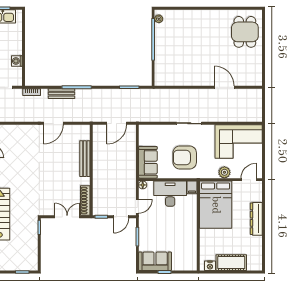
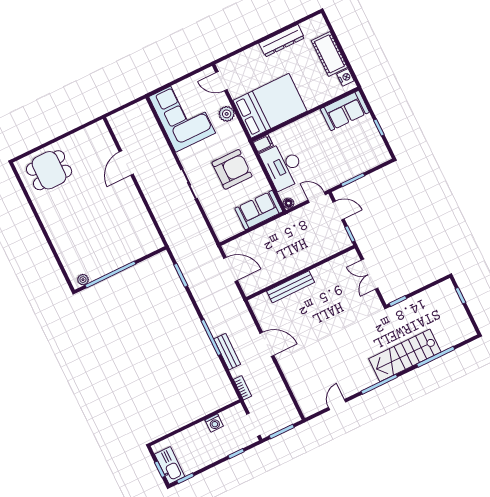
armchair: (185, 158) -> (232, 169), turned -90
shoe rack: (85, 201) -> (340, 262), removed
dresser: (256, 219) -> (282, 41), moved
sofa: (155, 261) -> (345, 111), moved, turned -90

